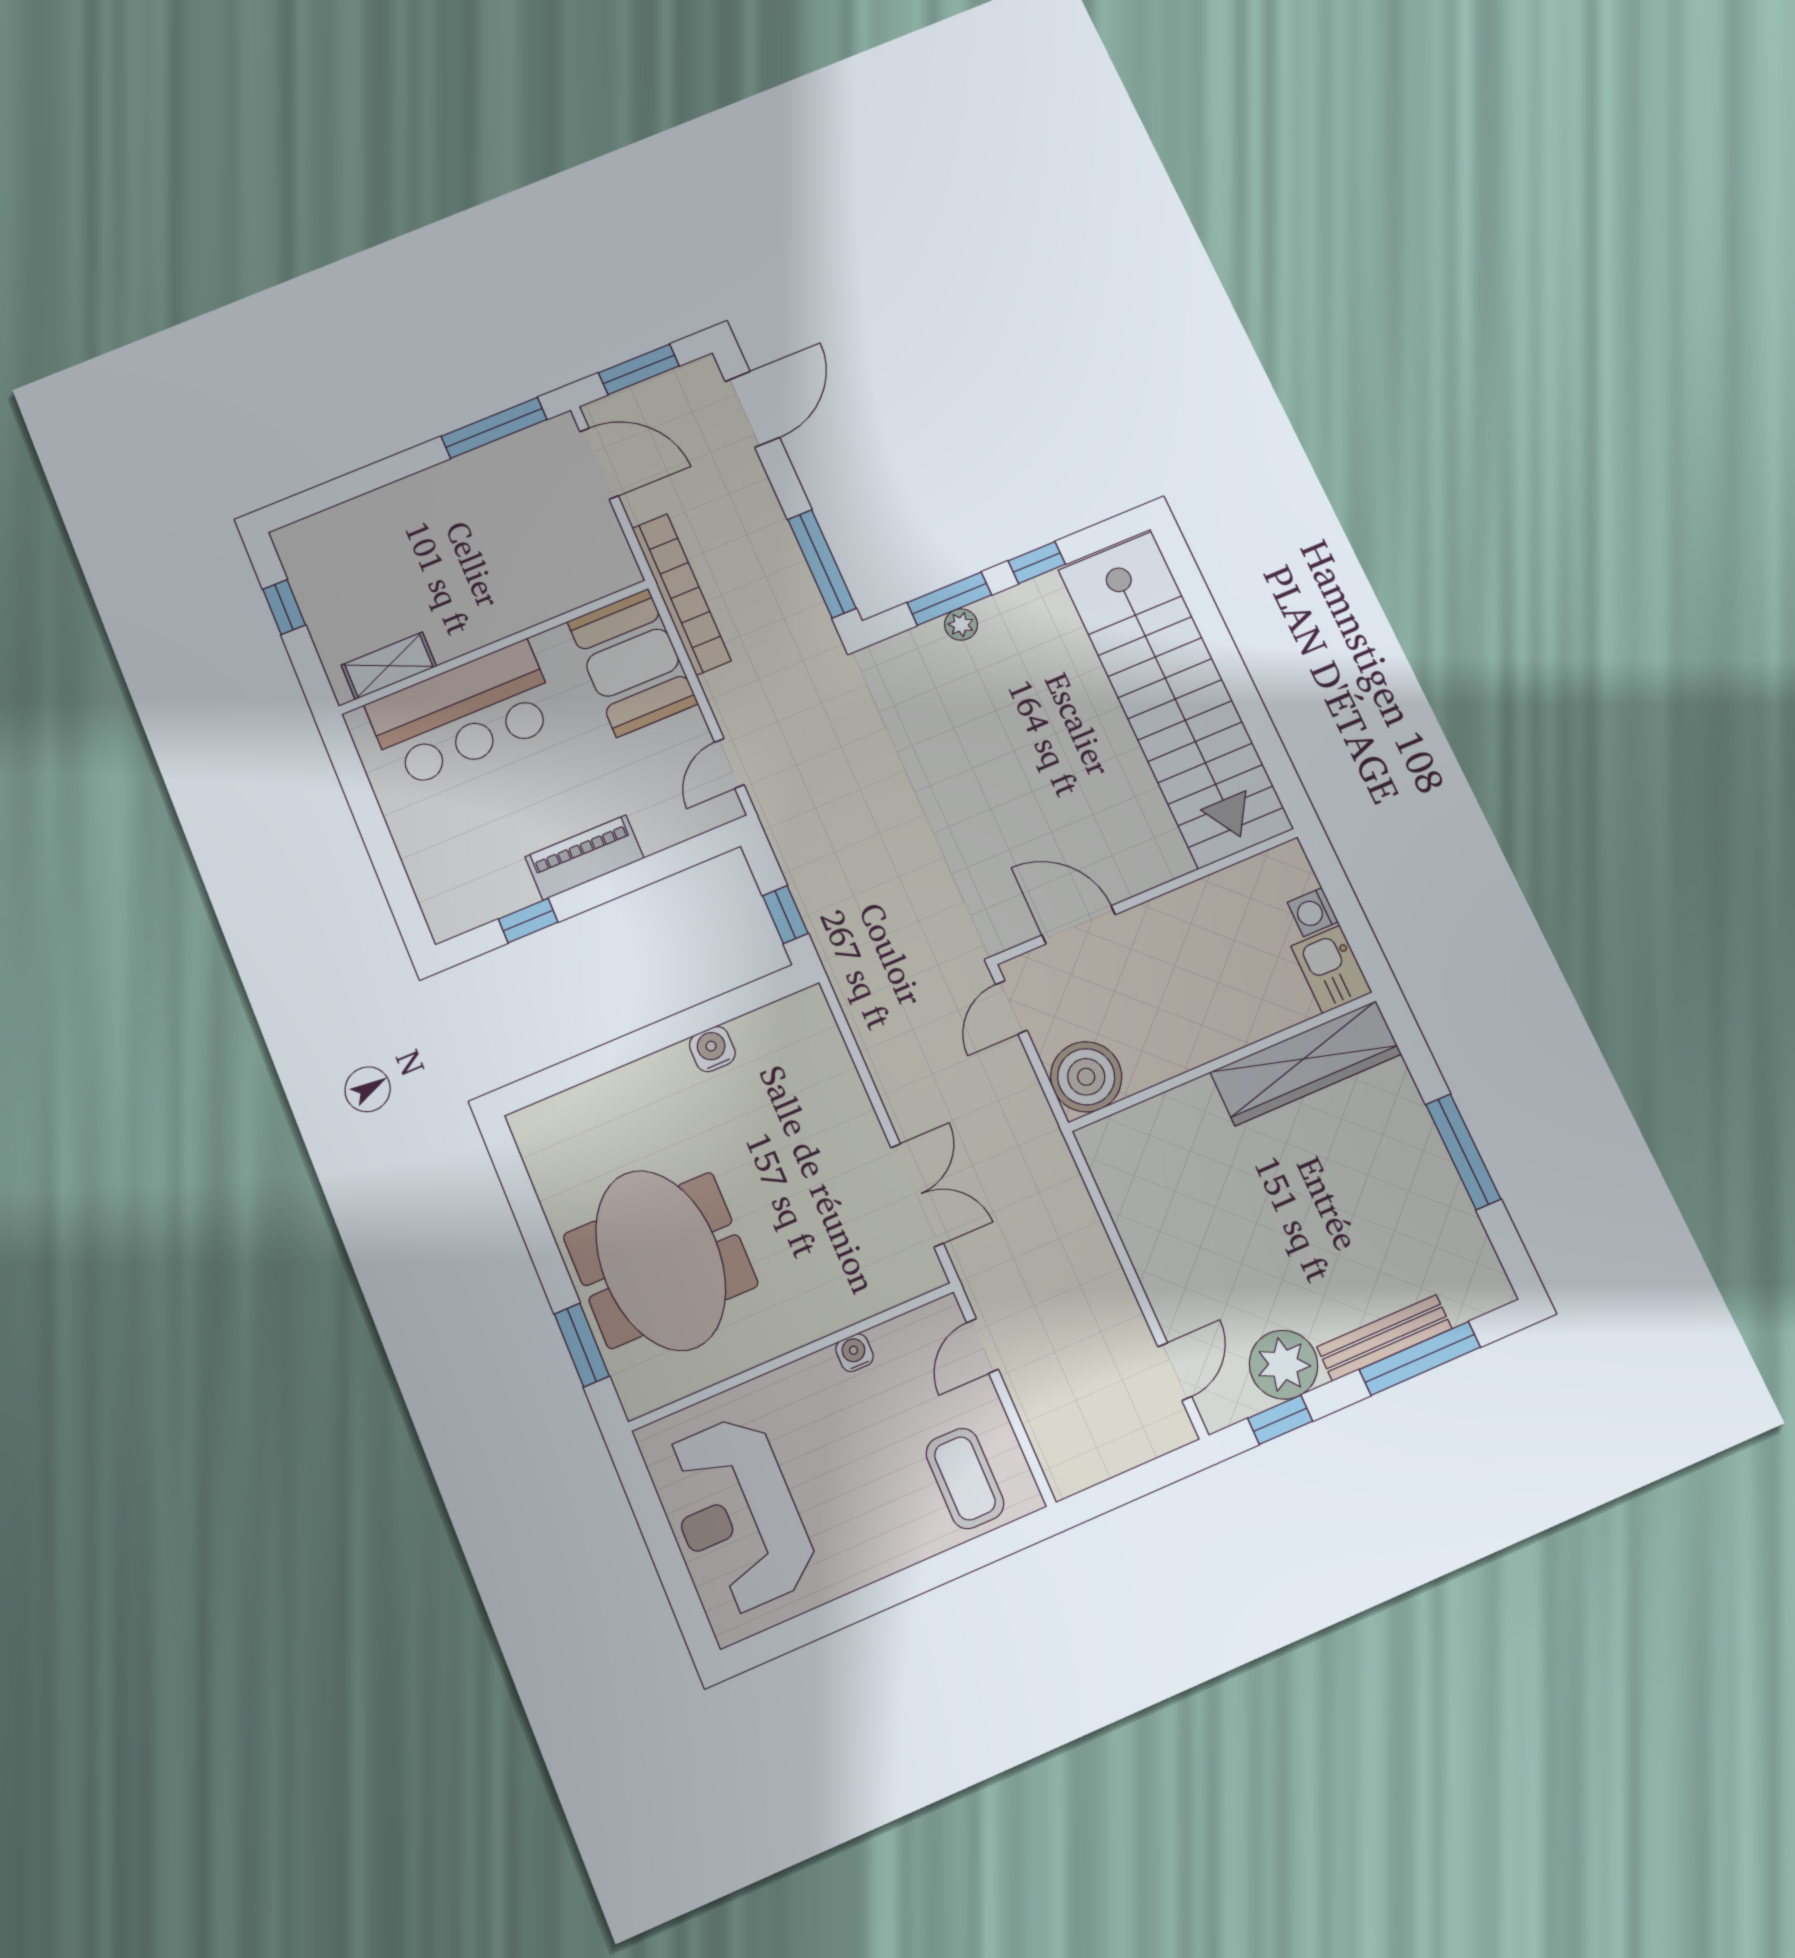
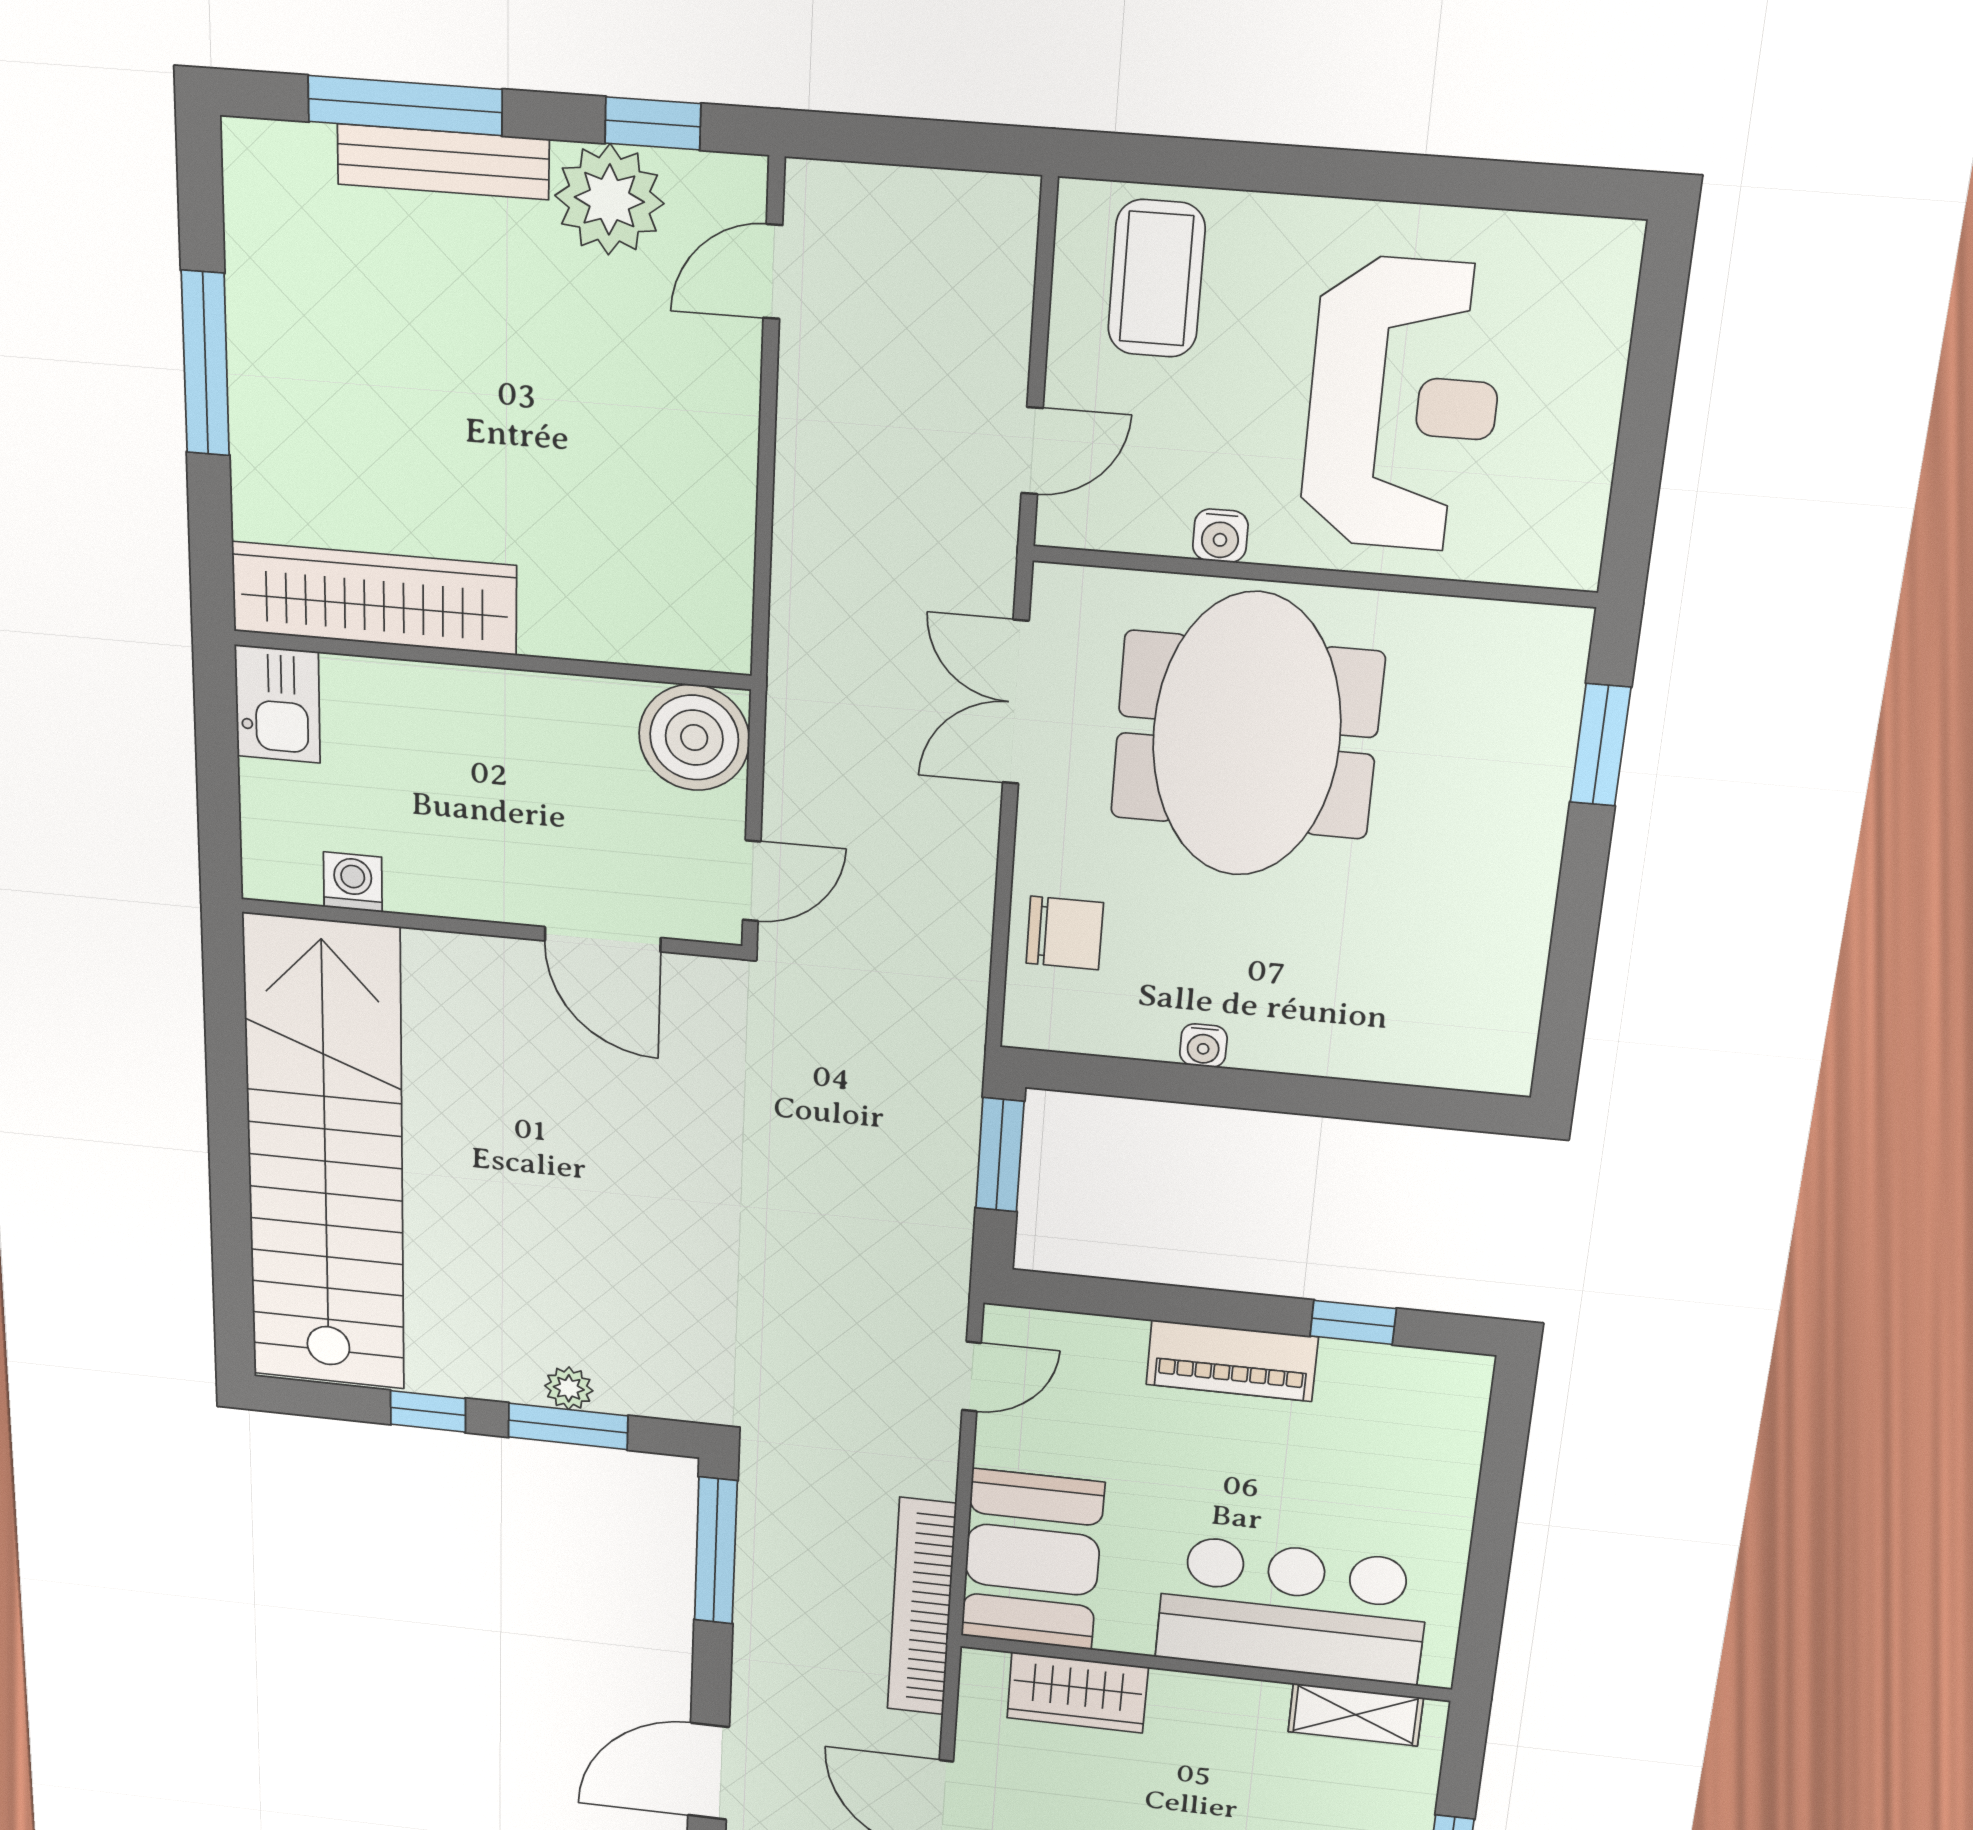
wardrobe: (560, 588) -> (1077, 1693), added
washing machine: (1313, 912) -> (353, 882), moved, turned -90
window: (785, 915) -> (1000, 1155), width x1.50
water cooler: (712, 1049) -> (1203, 1045), width x0.72, depth x0.72
chair: (819, 1072) -> (1065, 933), added
meeting table: (661, 1260) -> (1247, 735), moved
reception desk: (737, 1515) -> (1403, 405), moved

